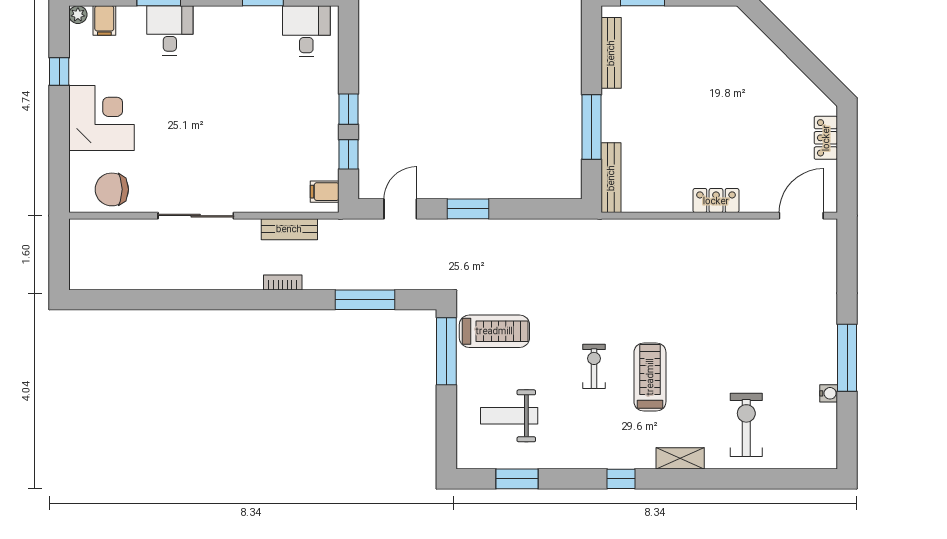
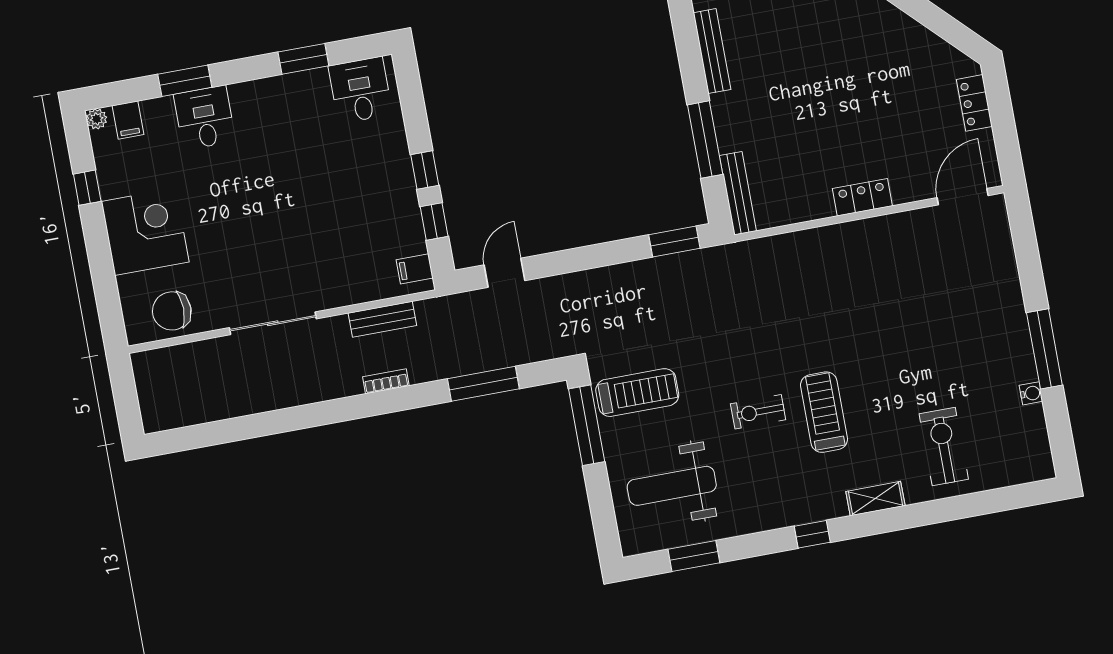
window: (468, 209) -> (674, 242), moved
exercise bike: (594, 366) -> (758, 412), turned -90
weight bench: (509, 416) -> (672, 486), width x1.36, depth x1.33

